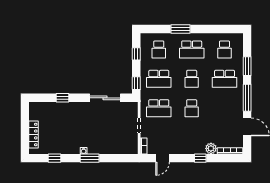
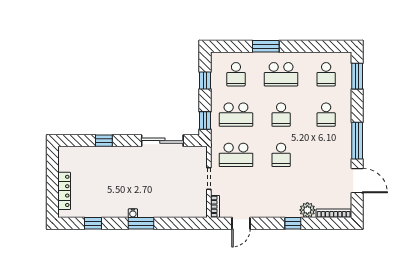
window: (247, 66) -> (357, 76), moved
school desk: (225, 79) -> (326, 115), width x0.54

